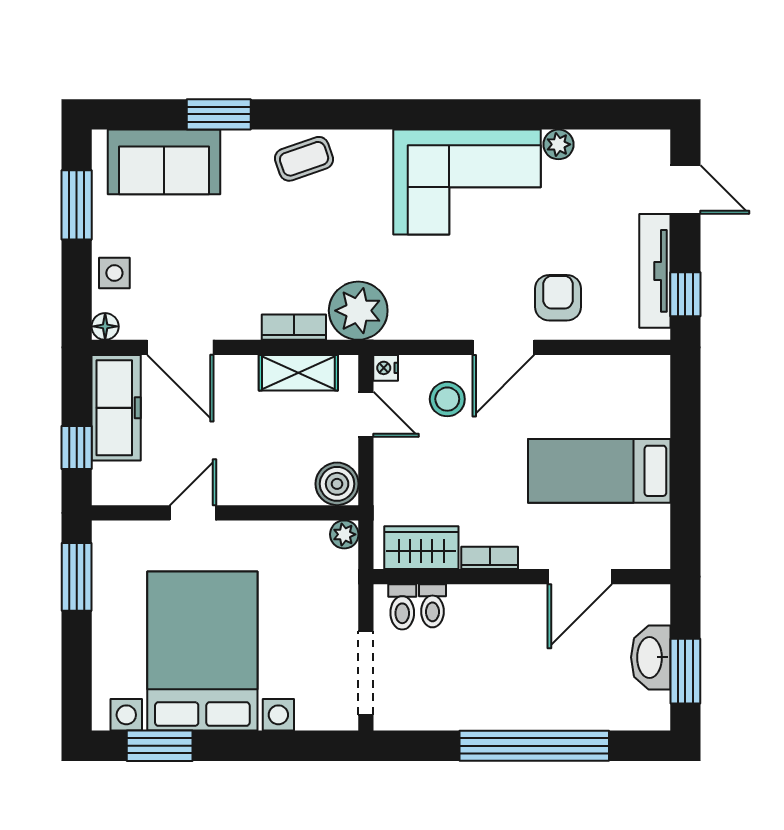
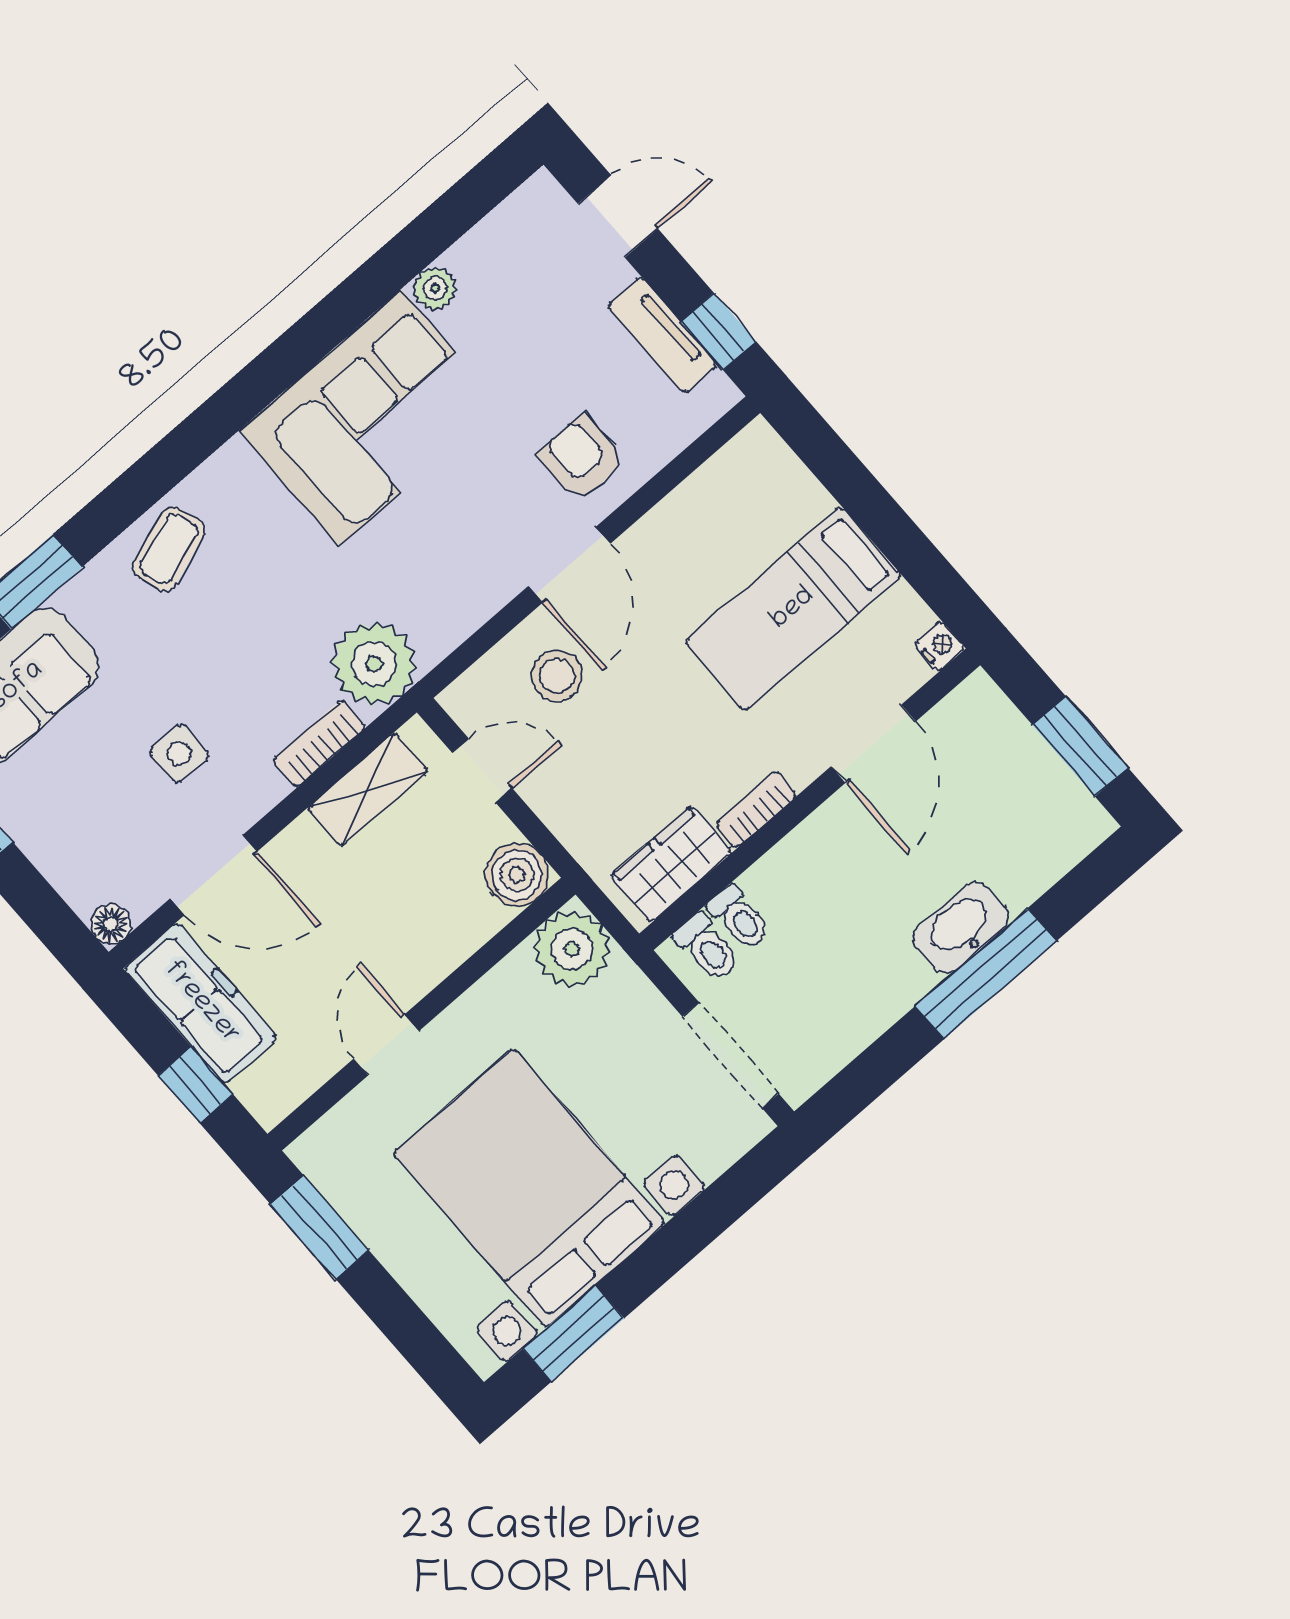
tv unit: (655, 271) -> (663, 335), width x0.71
side table: (114, 273) -> (179, 753), moved
nightstand: (386, 368) -> (940, 646), moved, turned 180
plant: (344, 534) -> (572, 949), width x1.88, depth x1.88
washbasin: (651, 657) -> (961, 928), moved, turned 90
window: (534, 746) -> (986, 974), width x0.68

